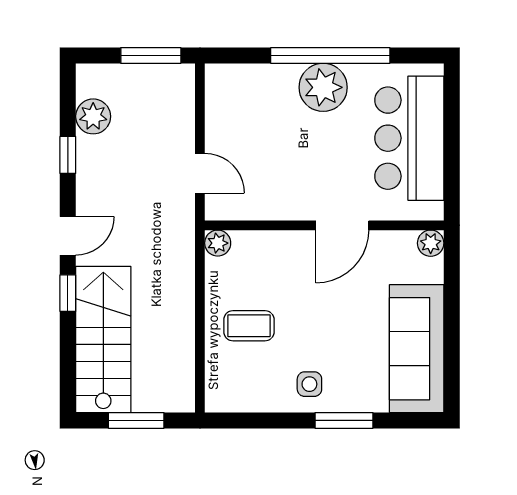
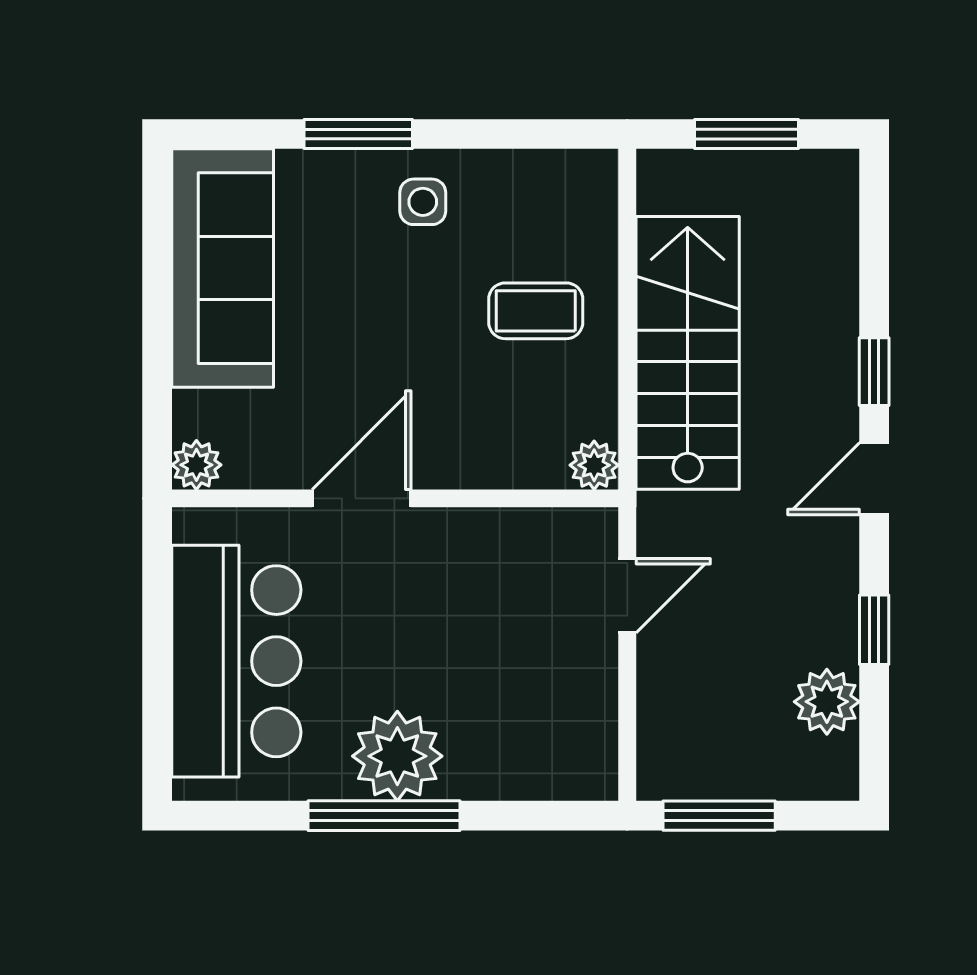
window: (330, 55) -> (384, 816), width x0.68
door: (200, 173) -> (627, 596), swing flipped
stairs: (103, 339) -> (688, 353), moved, turned 180

